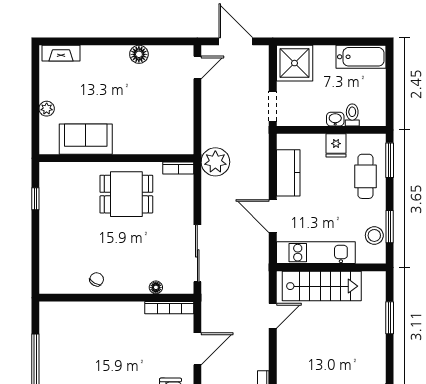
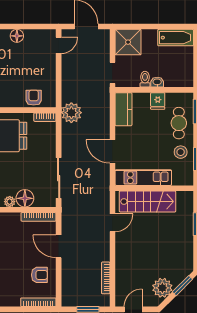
toilet: (352, 115) -> (145, 79), moved
armchair: (162, 141) -> (34, 98), added
kitchen counter: (288, 173) -> (123, 109), moved
stool: (374, 235) -> (181, 152), moved
plant: (129, 286) -> (10, 202), added
floor lamp: (156, 287) -> (25, 198), width x1.89, depth x1.89
door: (197, 349) -> (59, 246), swing flipped

